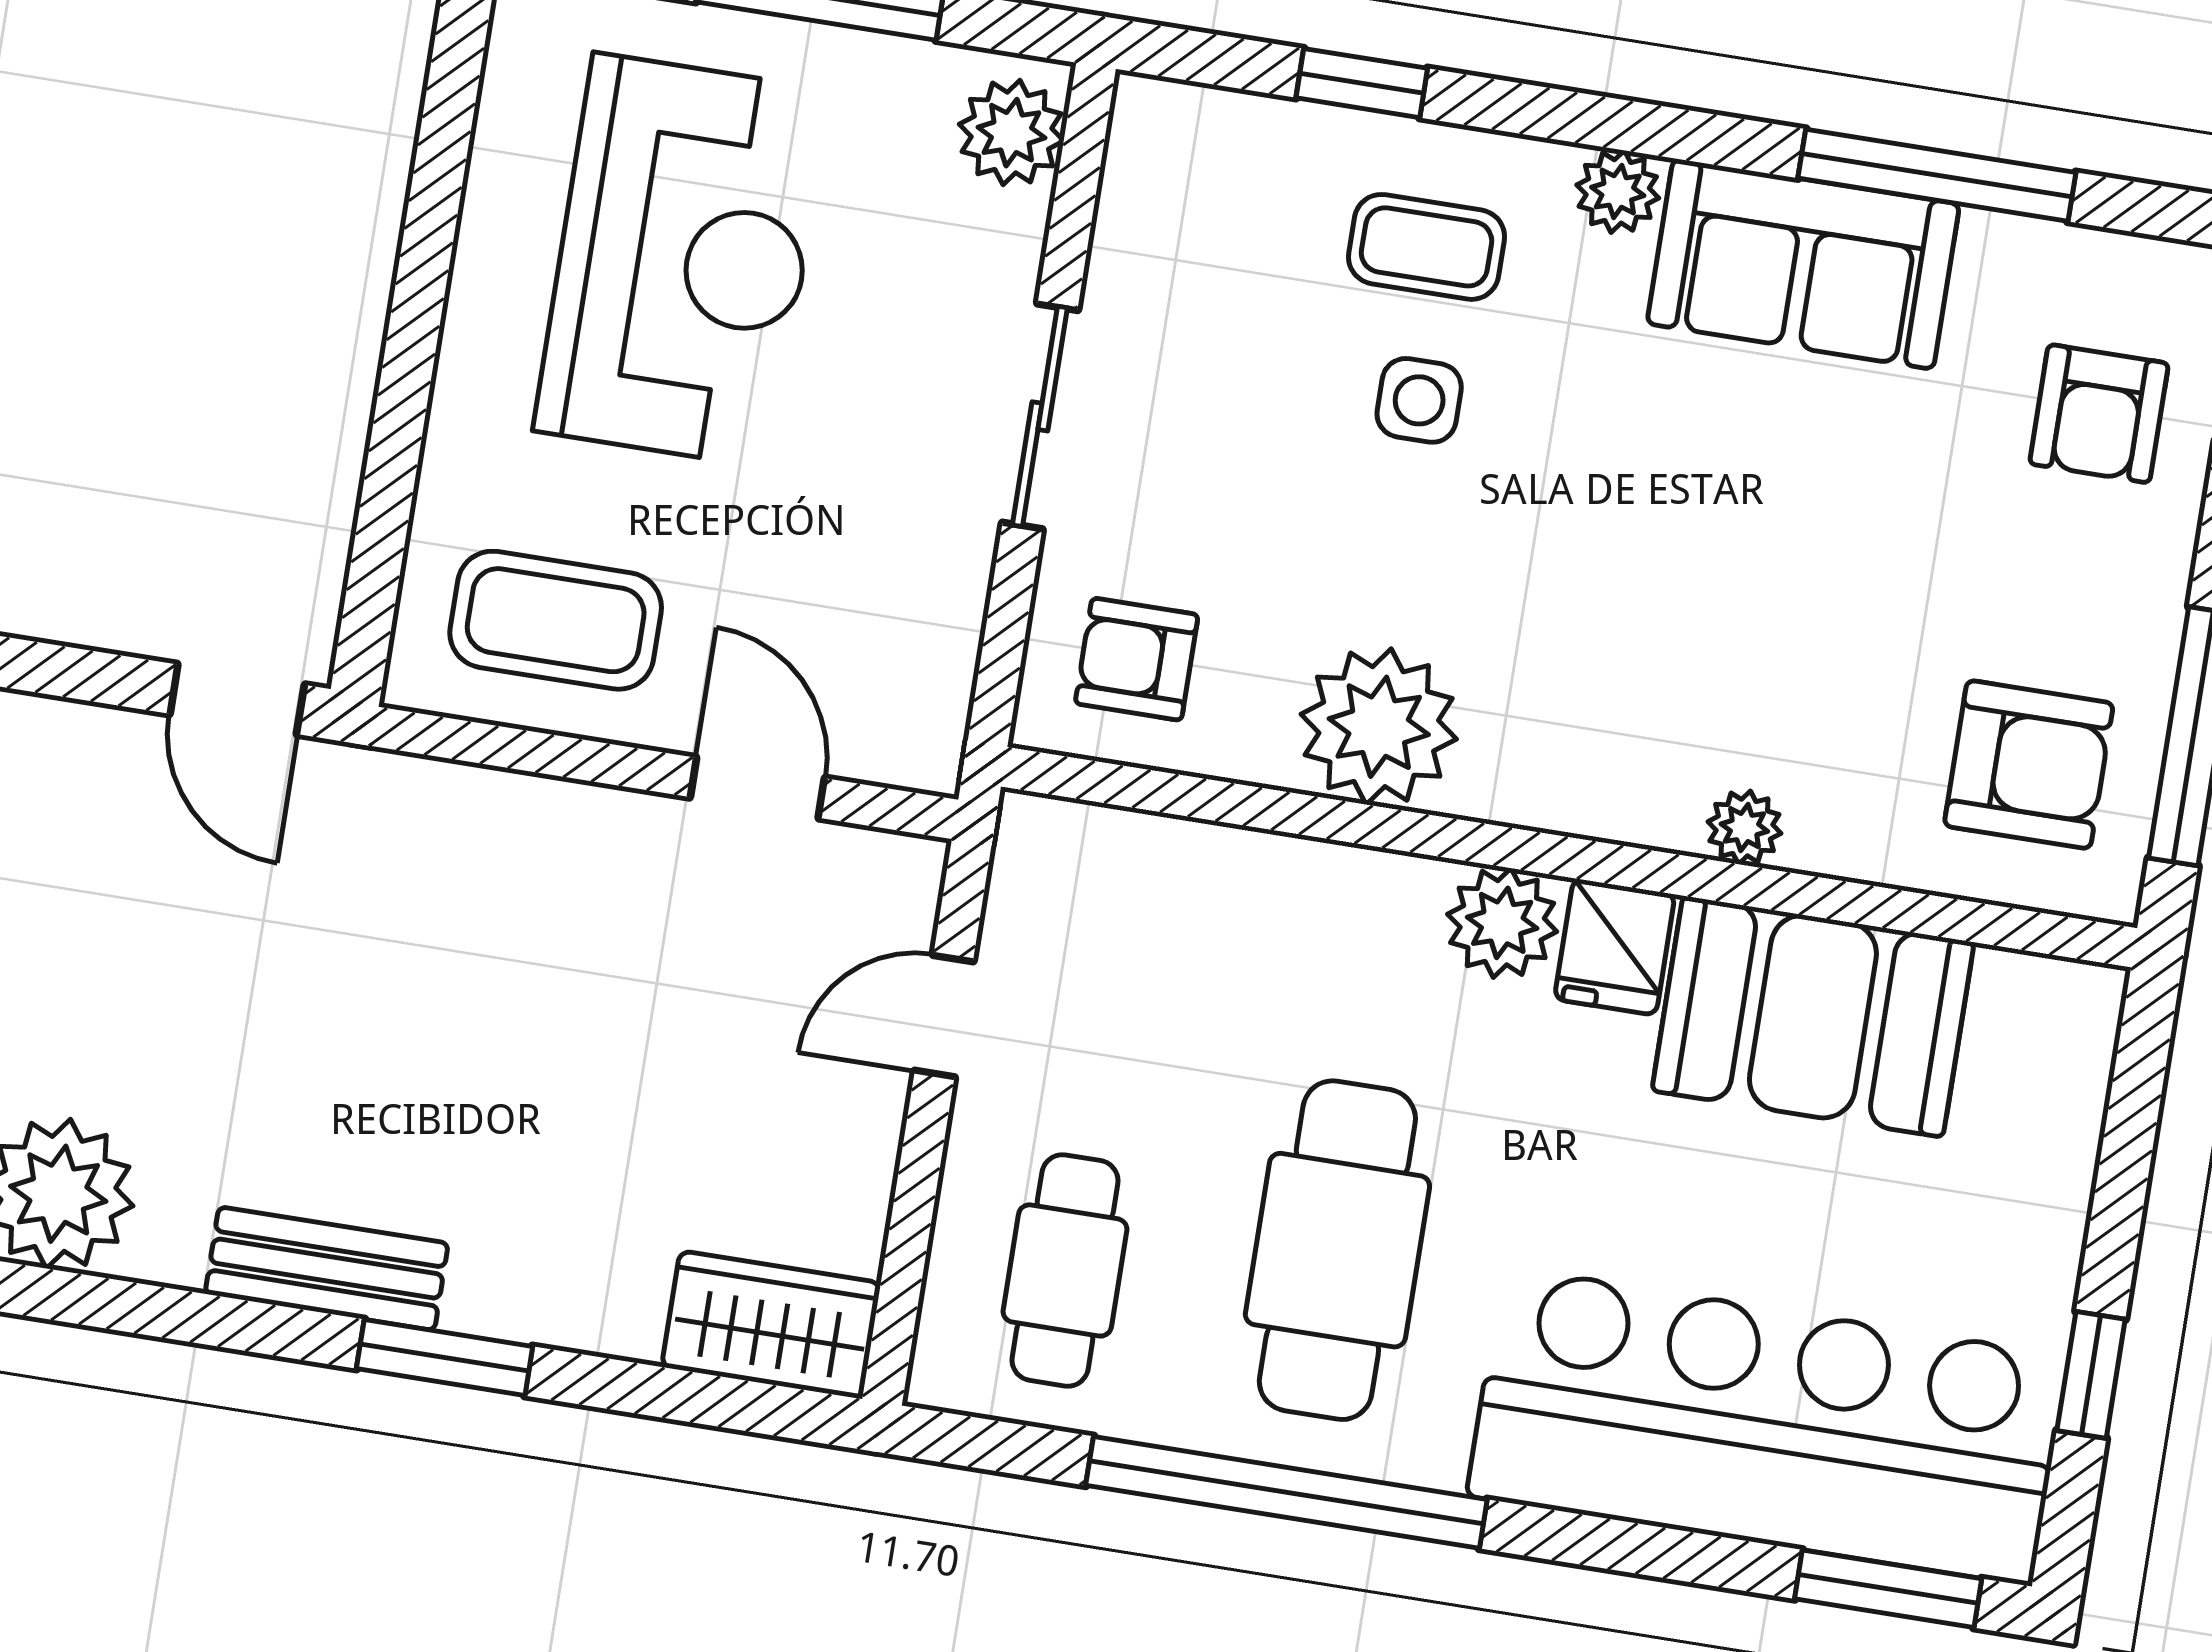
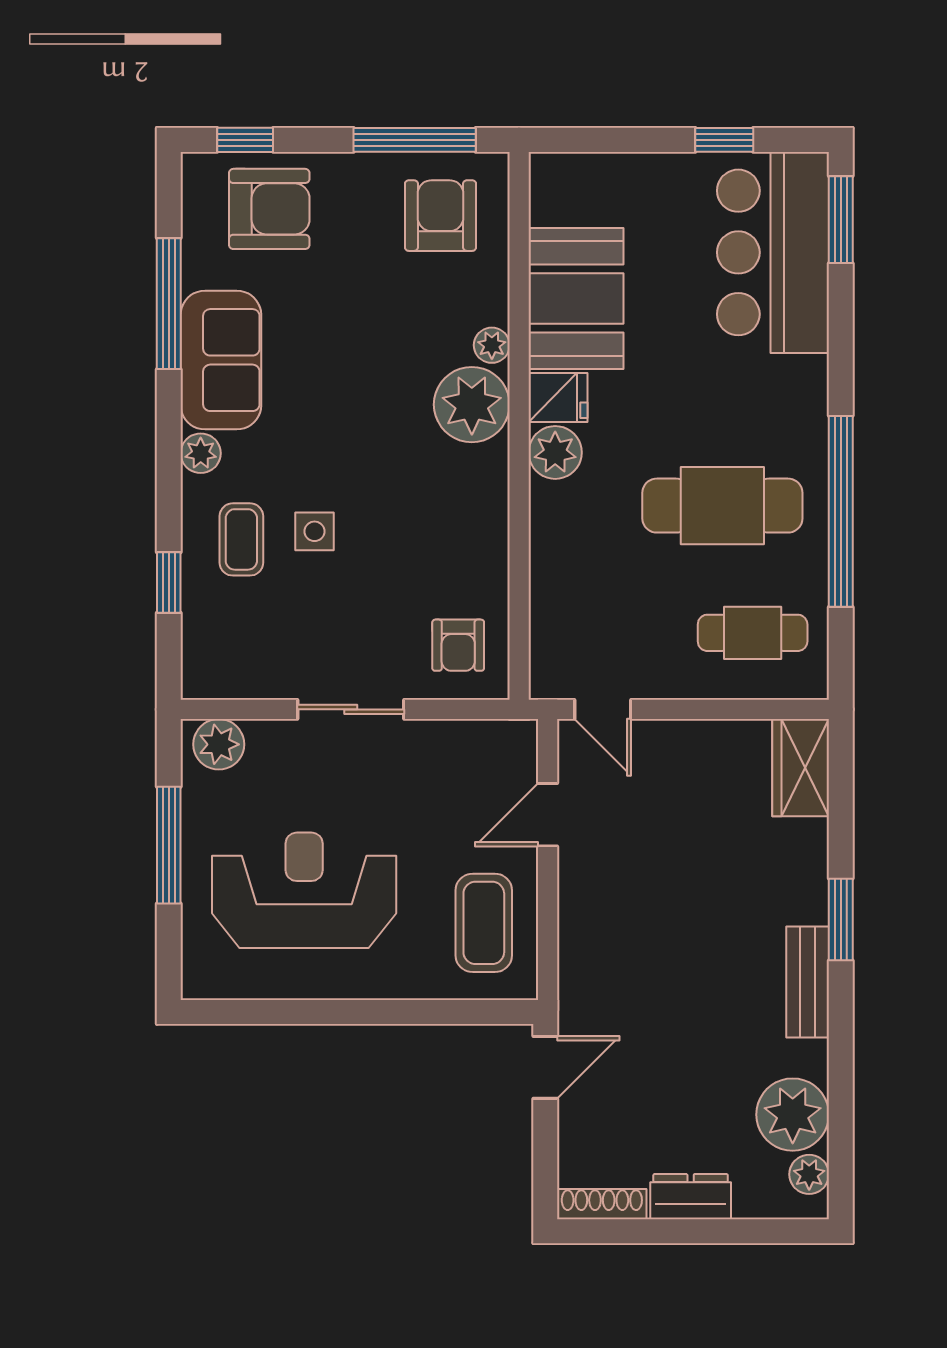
armchair: (2099, 414) -> (269, 209), width x1.38, depth x1.38
plant: (1379, 727) -> (472, 405), moved
door: (944, 1016) -> (603, 709), moved
bar counter: (1767, 1426) -> (773, 252), width x0.73

